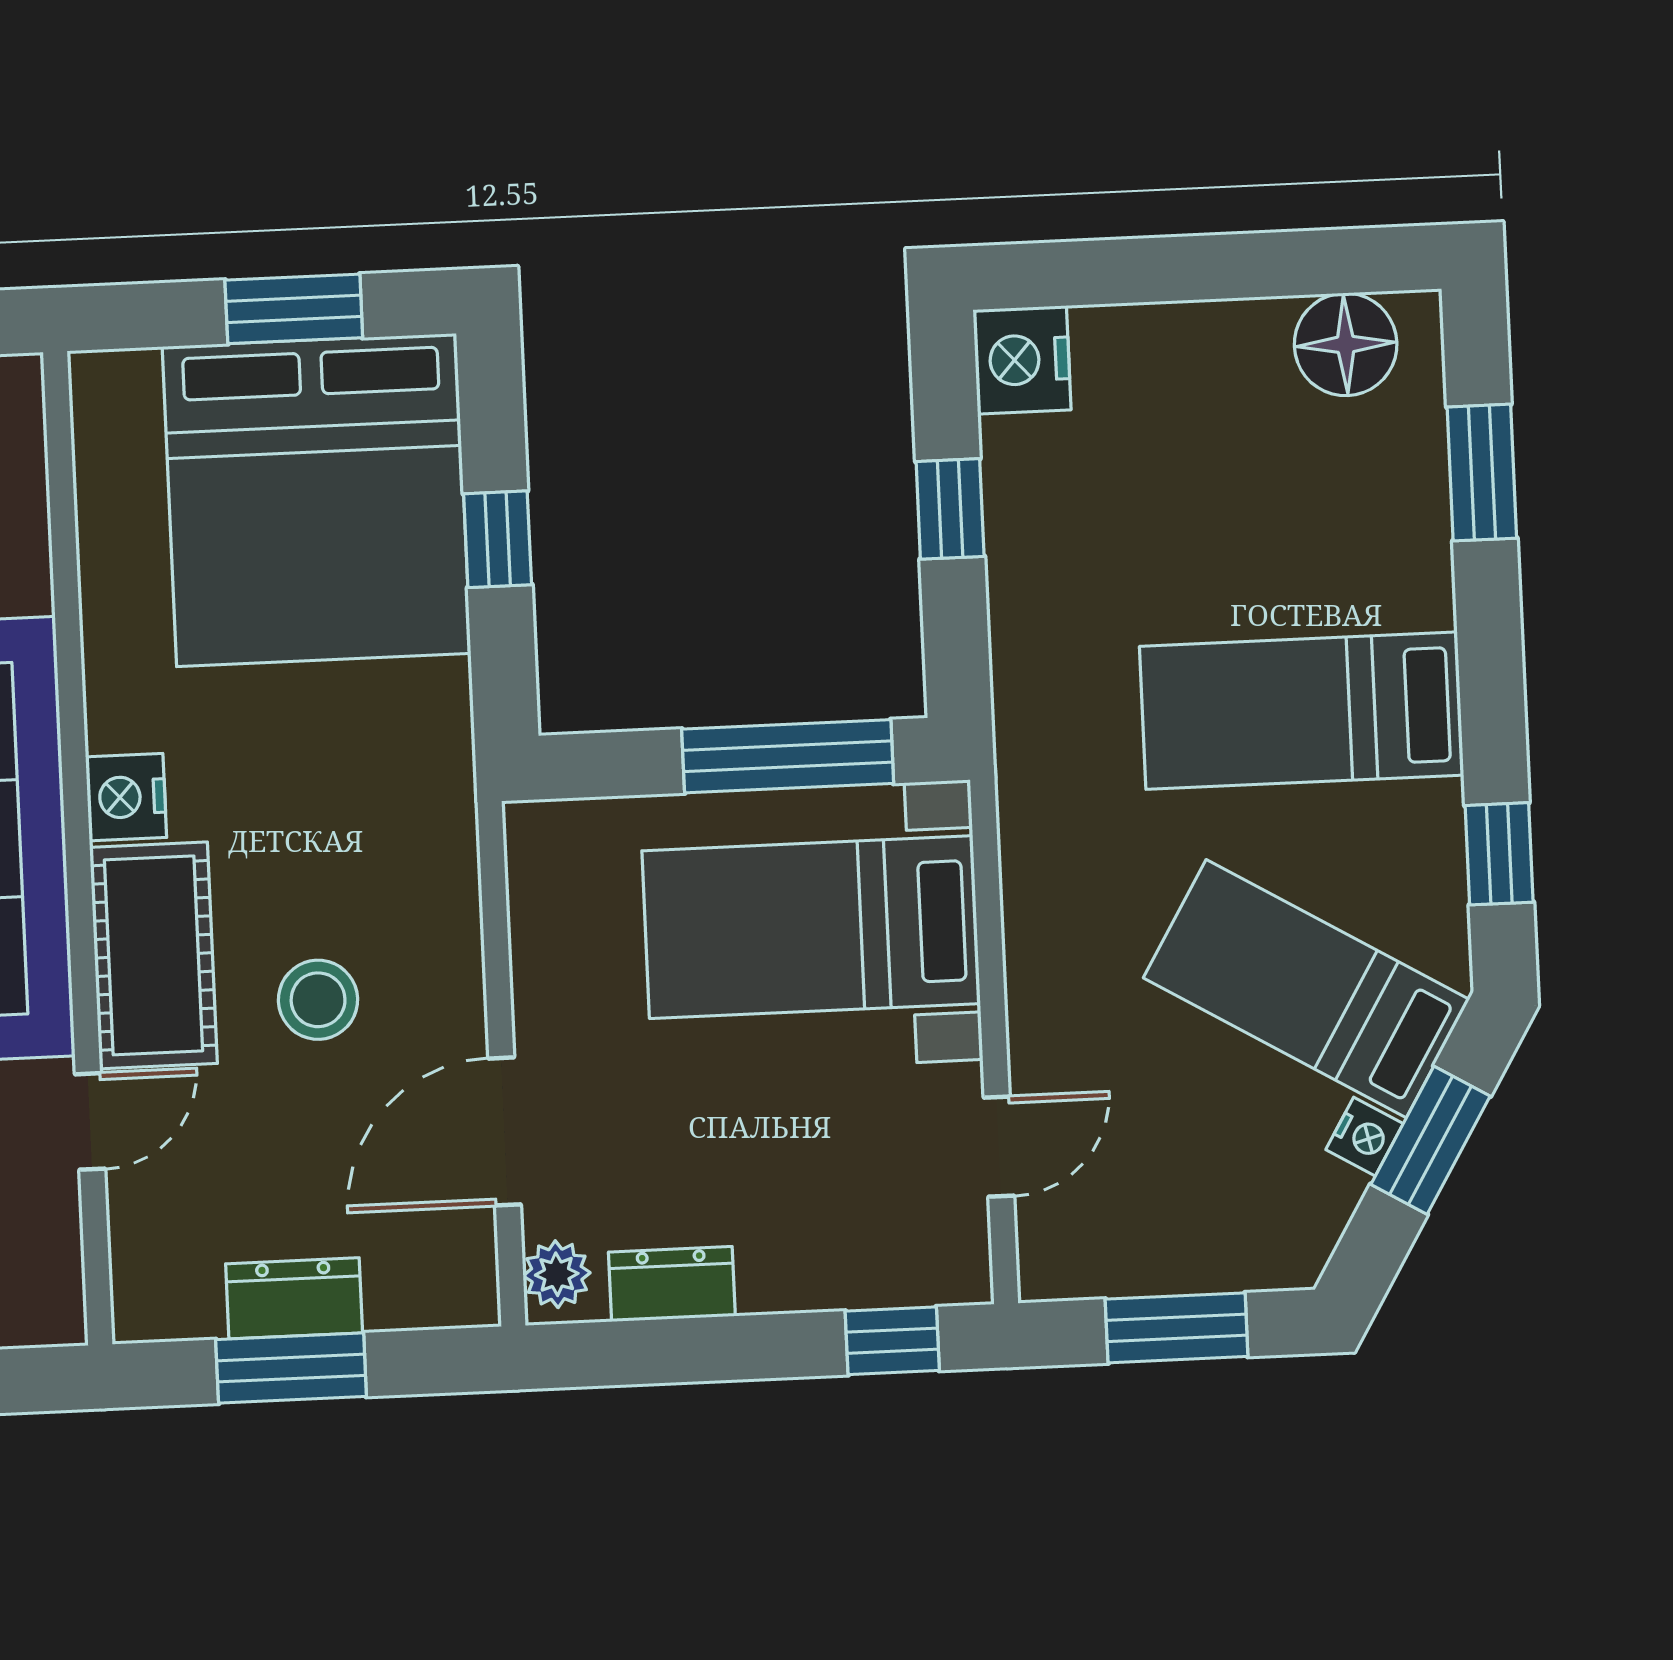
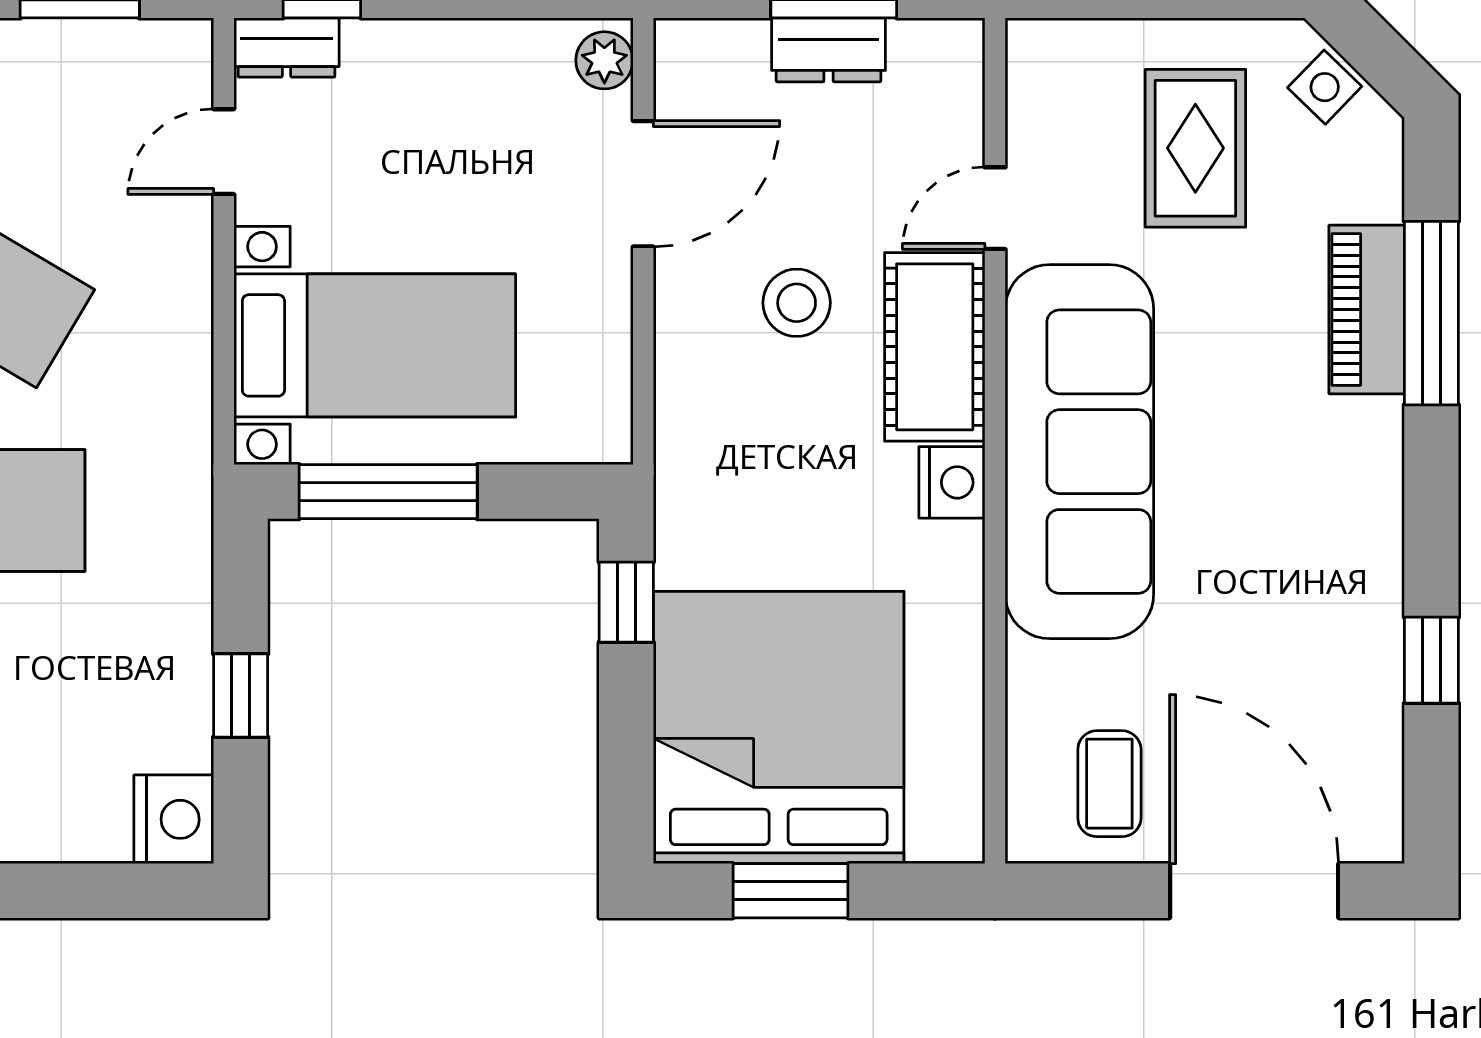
window: (498, 539) -> (626, 602), moved
dresser: (672, 1284) -> (287, 48), moved

